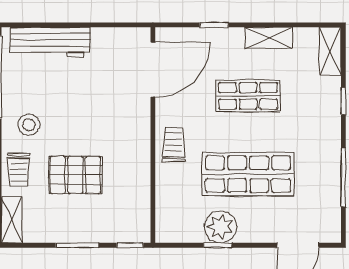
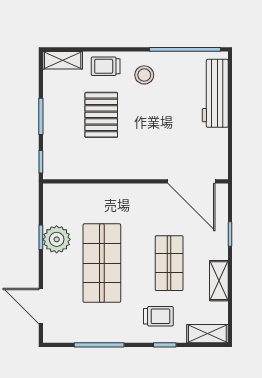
trolley: (174, 145) -> (158, 316), moved

